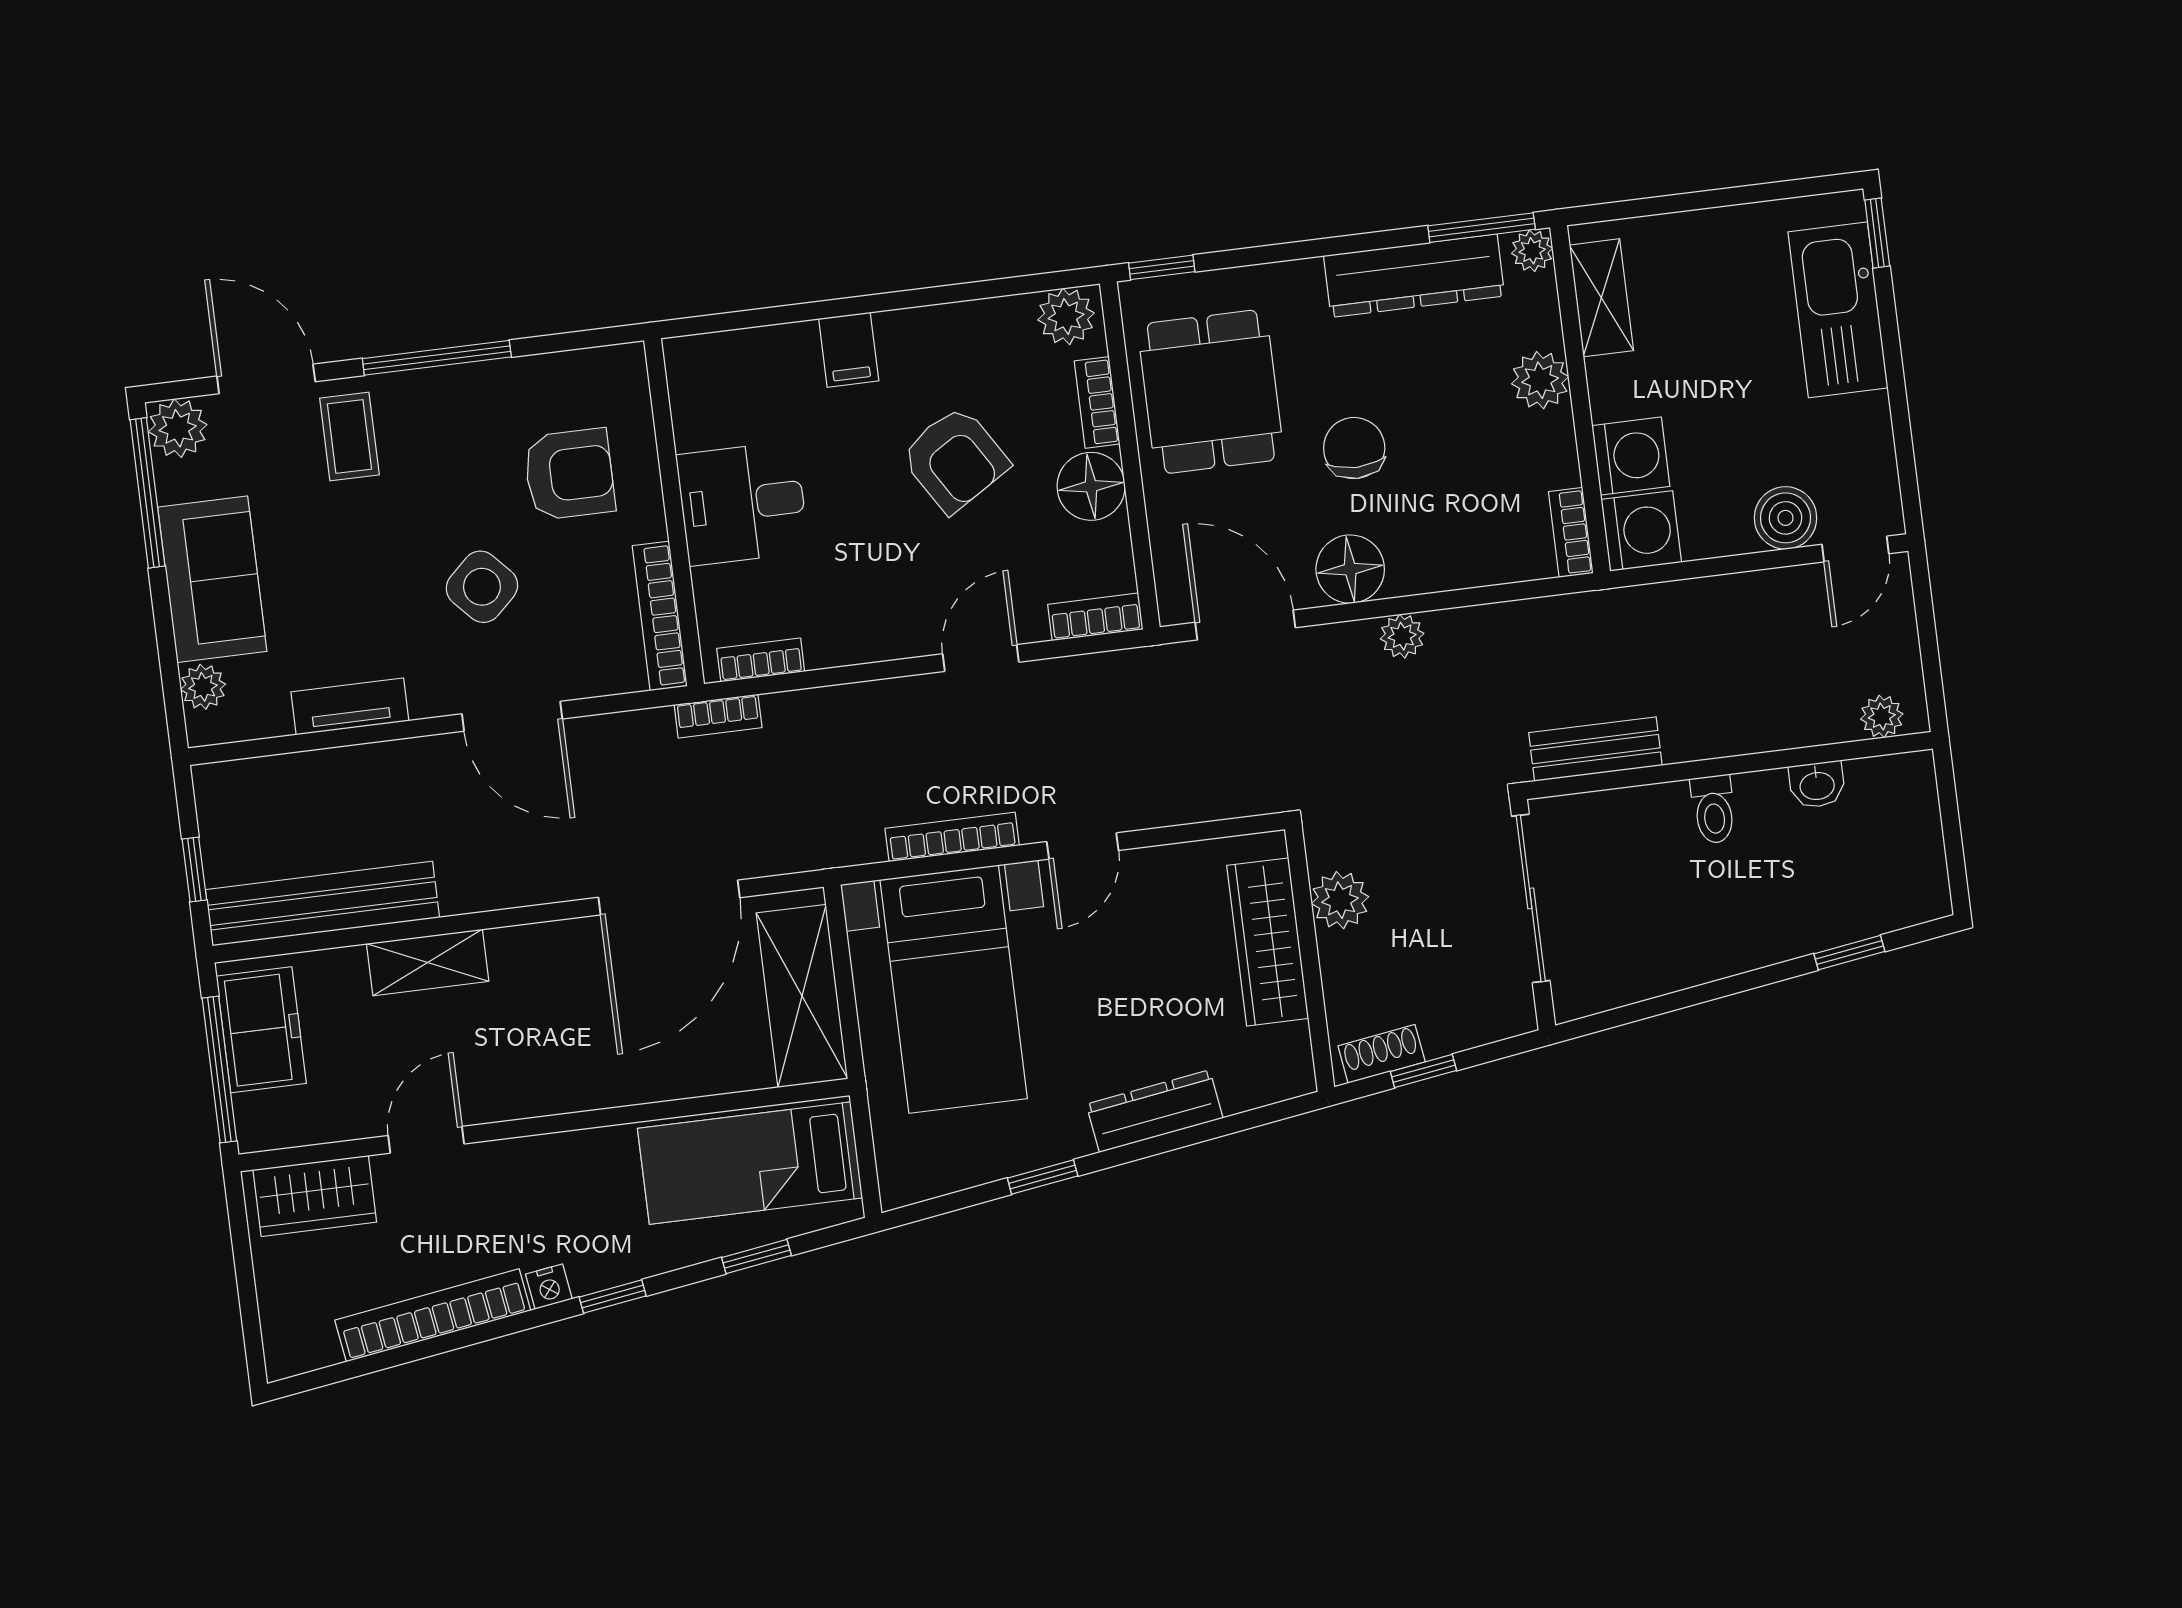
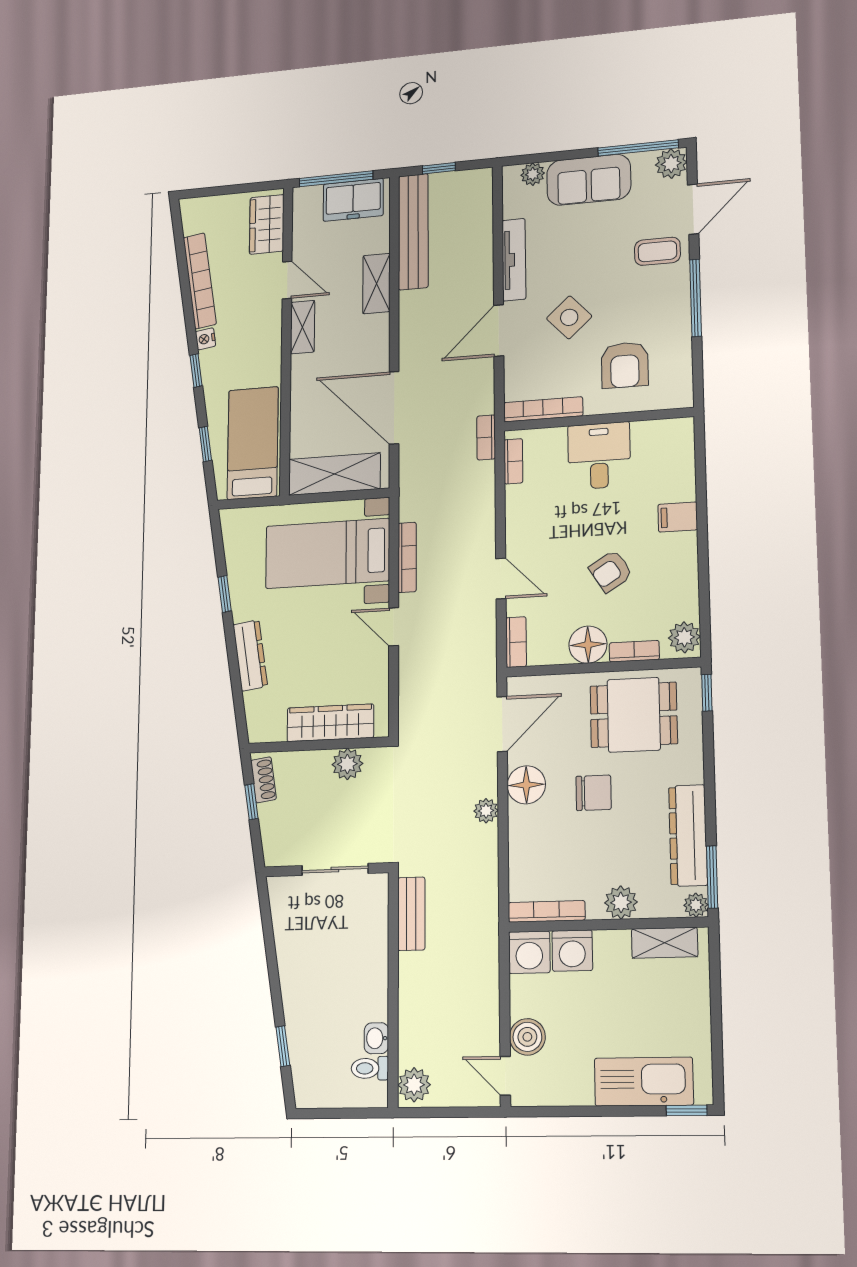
armchair: (955, 459) -> (611, 571), width x0.72, depth x0.72
bookcase: (1571, 533) -> (547, 911), width x1.56
tv unit: (350, 706) -> (514, 260), width x1.41
plant: (1882, 716) -> (414, 1085), width x1.38, depth x1.38
toilet: (1713, 809) -> (370, 1068), moved
sliding door: (1531, 898) -> (335, 869), width x0.73
shelving: (519, 1096) -> (302, 327), added

